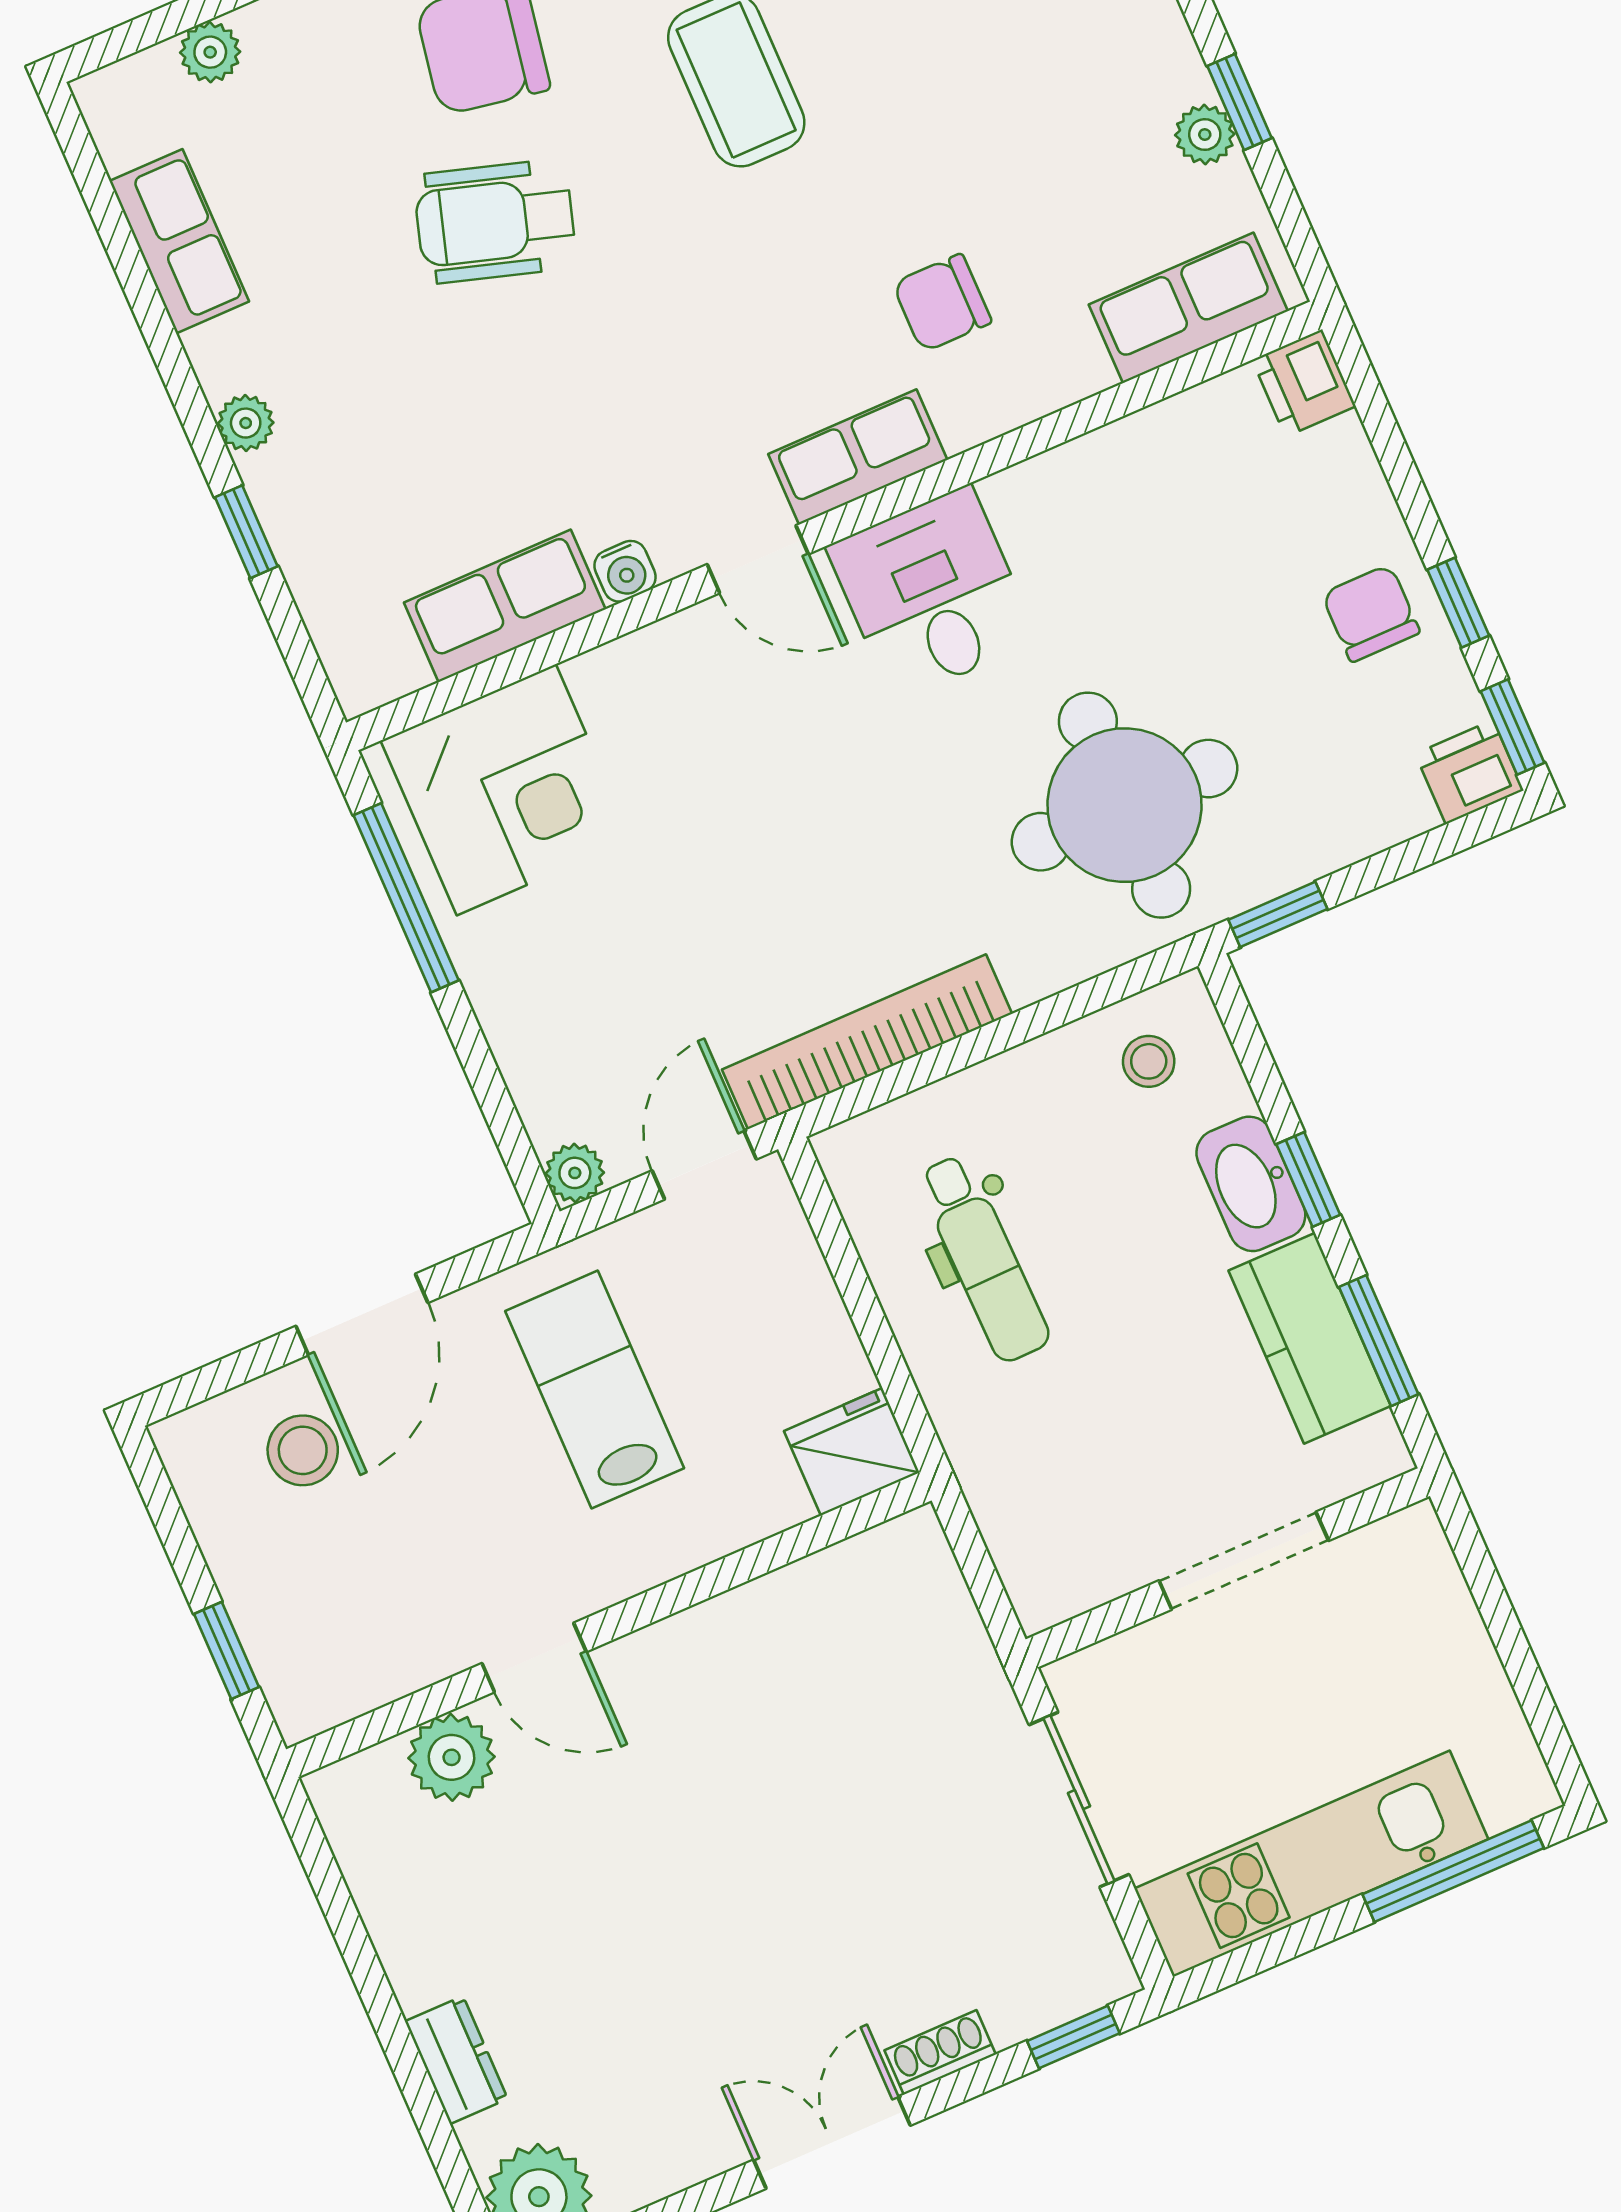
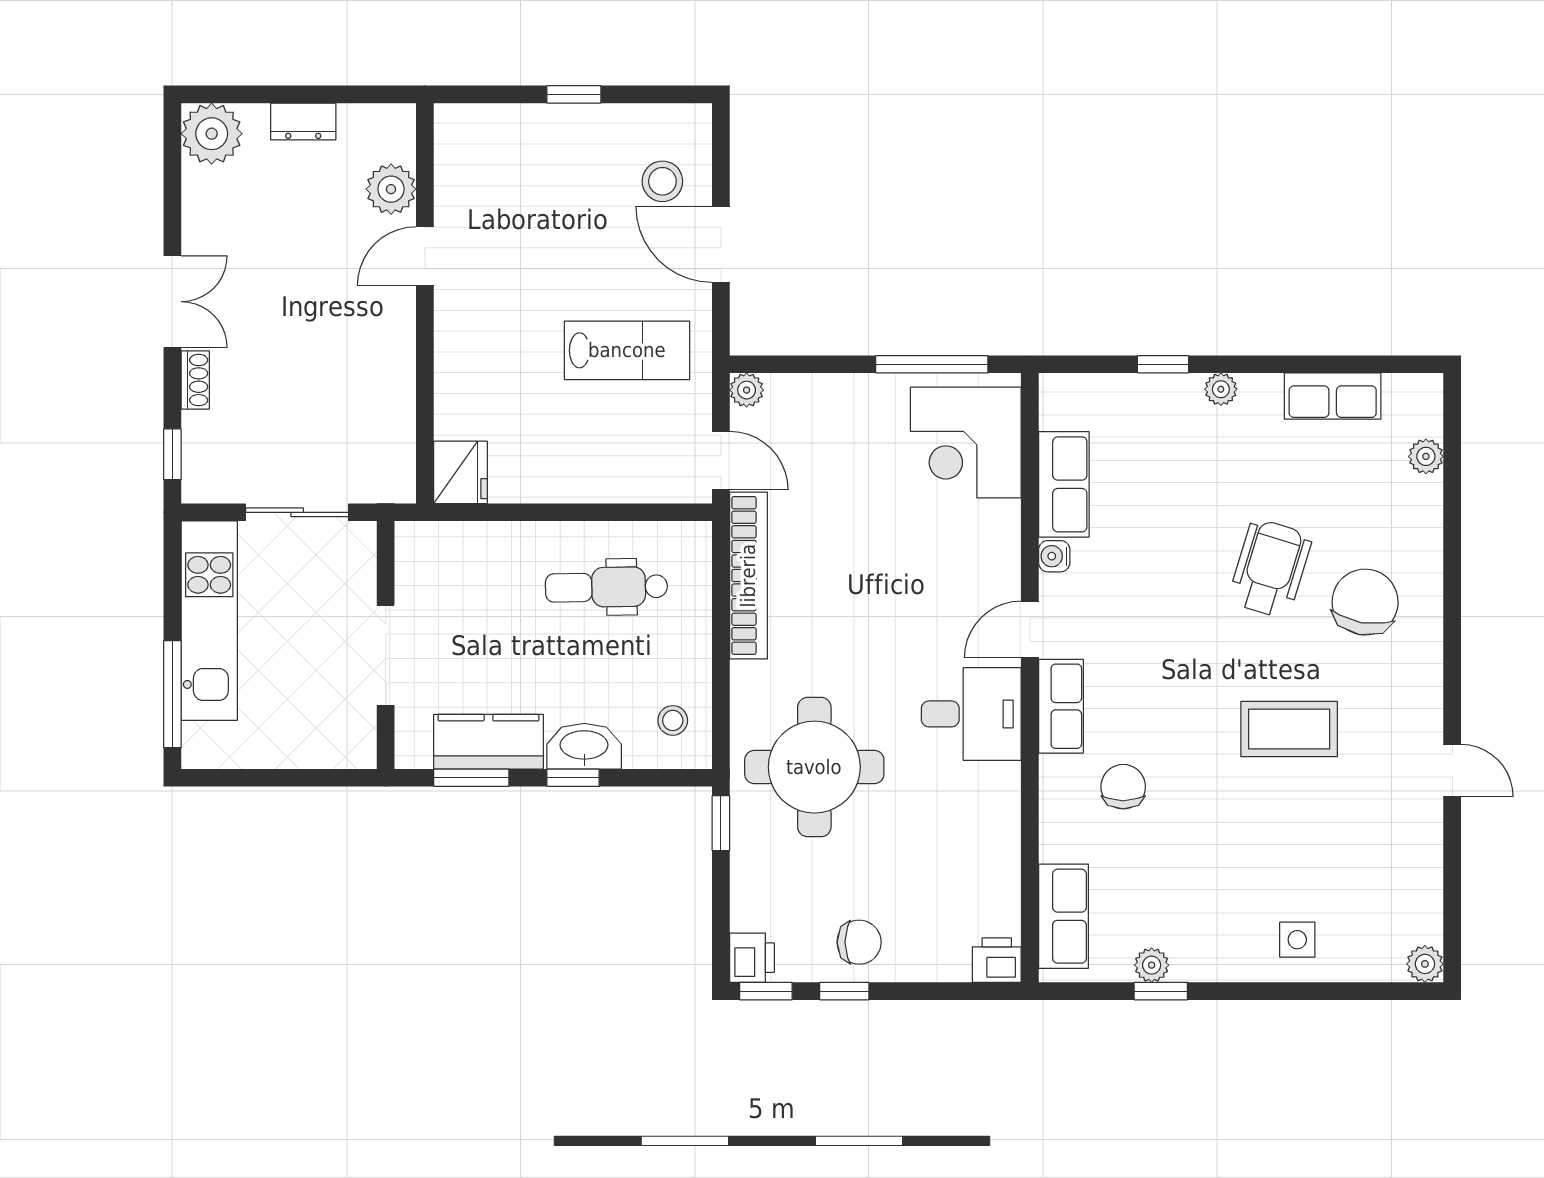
fridge: (852, 1452) -> (460, 472), moved
wall: (609, 1625) -> (425, 303), moved
door: (534, 1658) -> (425, 256), moved
plant: (452, 1757) -> (391, 189), moved

